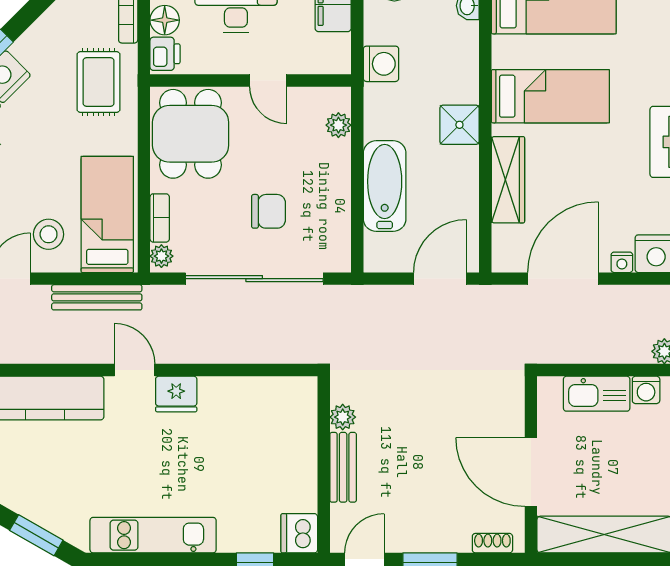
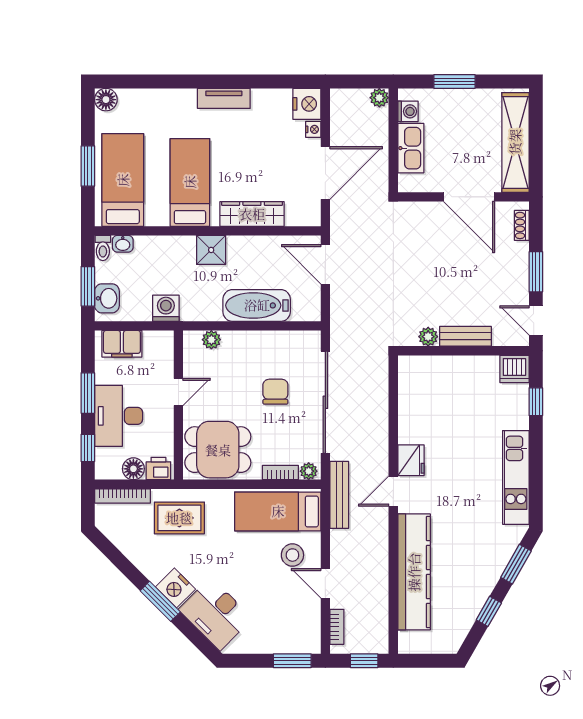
door: (563, 279) -> (325, 173), swing flipped
bench: (97, 297) -> (339, 495), moved
door: (531, 472) -> (469, 197), hinge flipped

